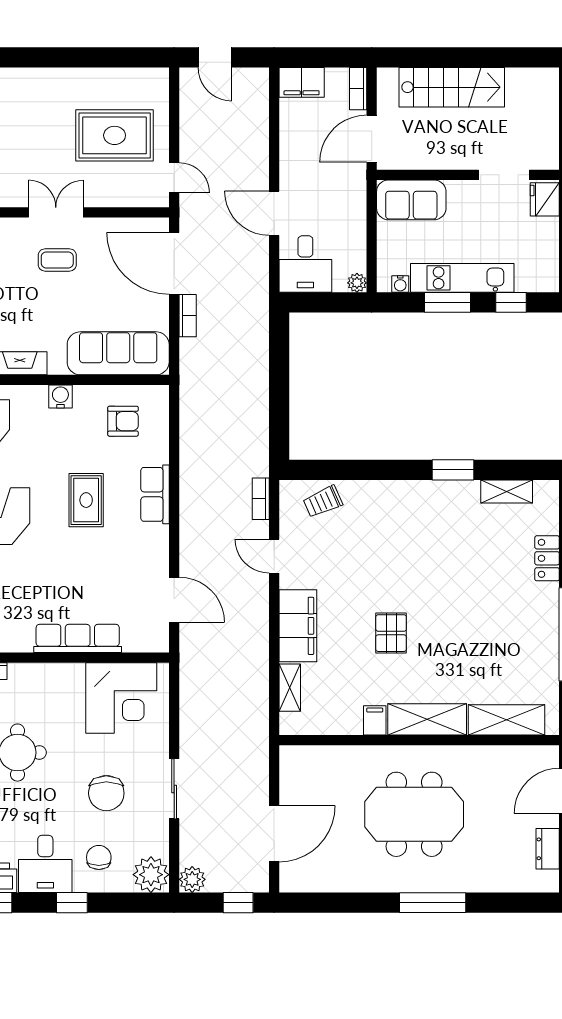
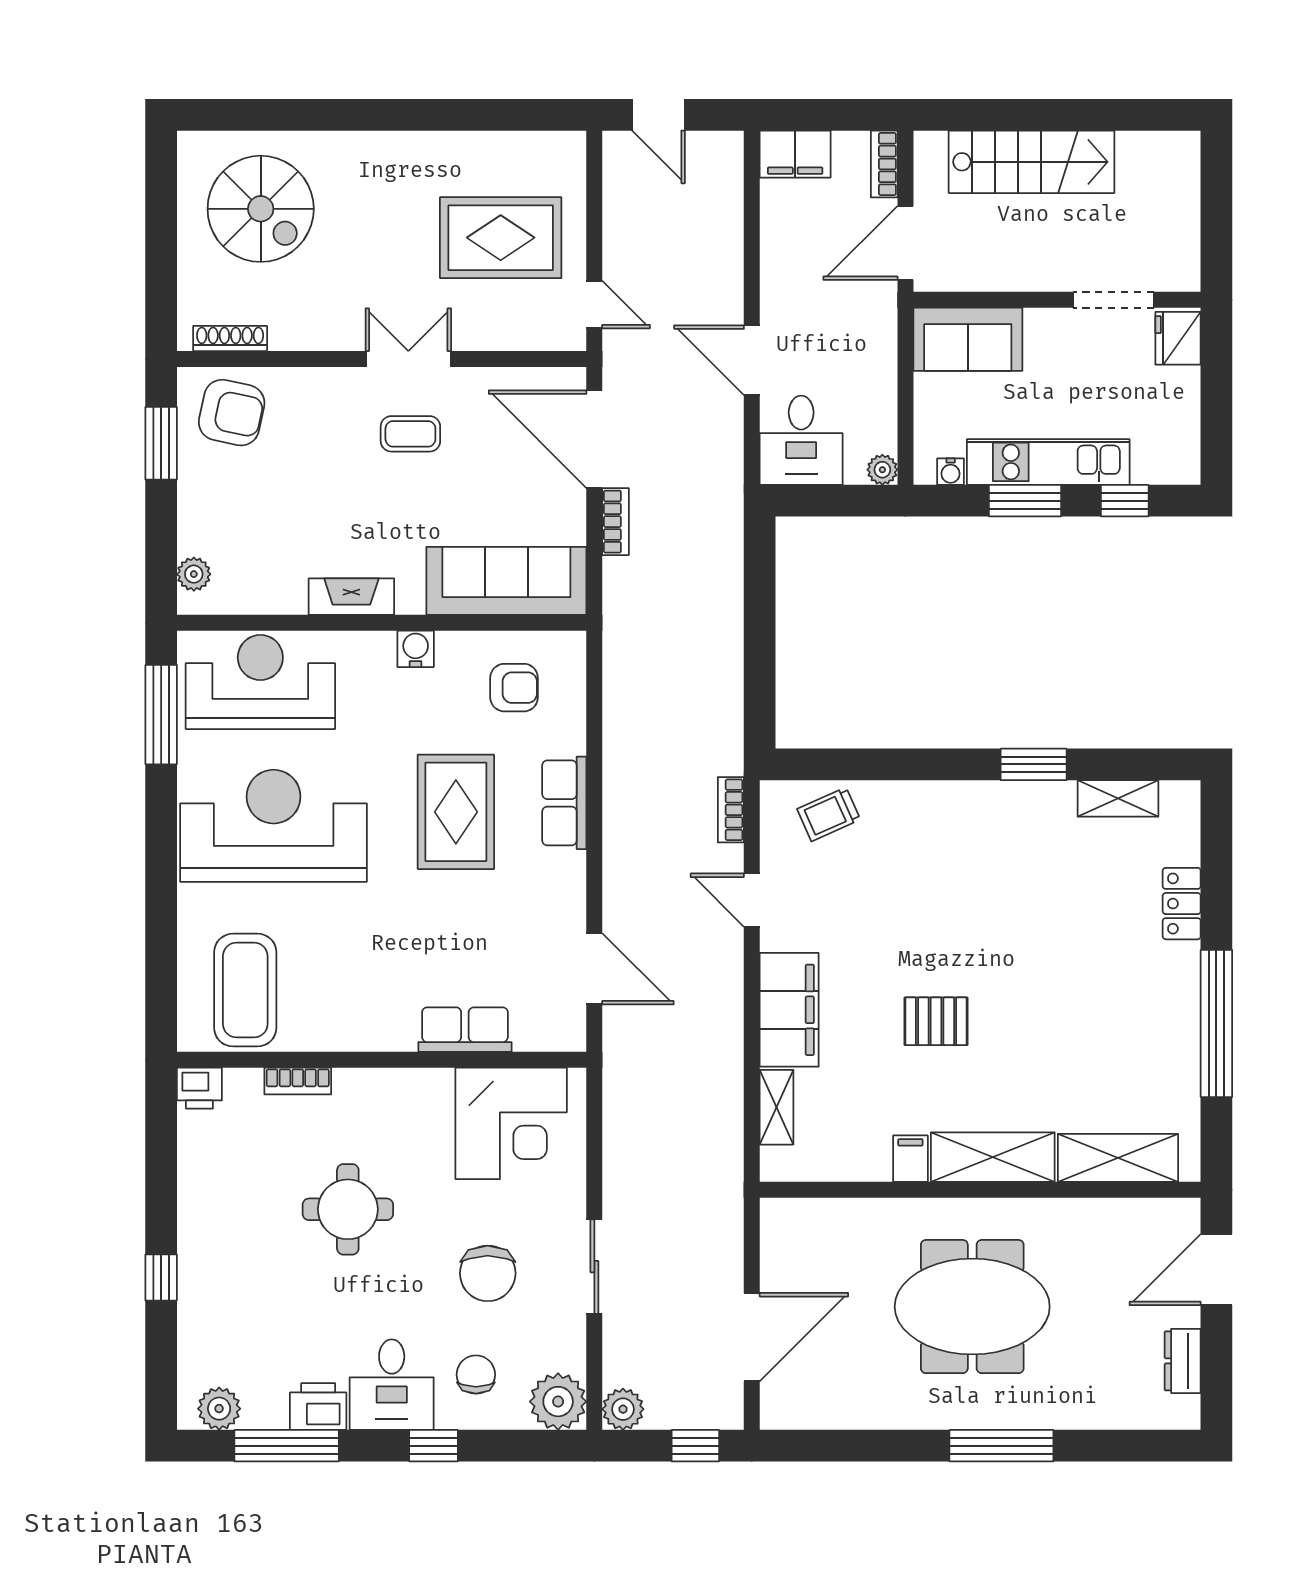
rug: (86, 500) -> (456, 812), width x1.36, depth x1.43
pallet: (391, 633) -> (936, 1021), turned 90
row of seats: (78, 638) -> (465, 1030), width x0.68

